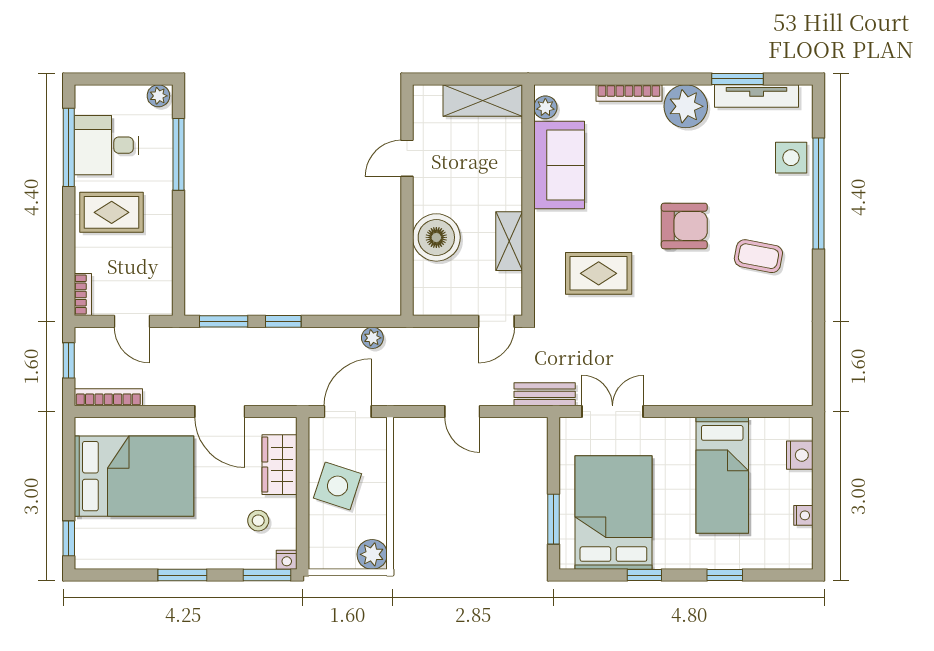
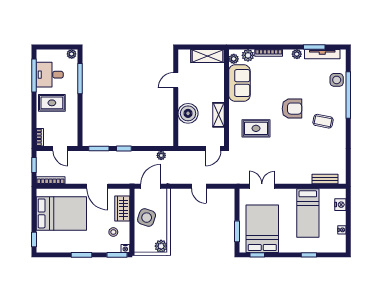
plant: (579, 99) -> (248, 55), added
plant: (686, 106) -> (297, 54), width x0.53, depth x0.53
bench: (545, 394) -> (325, 179), moved
window: (644, 575) -> (257, 255), moved

